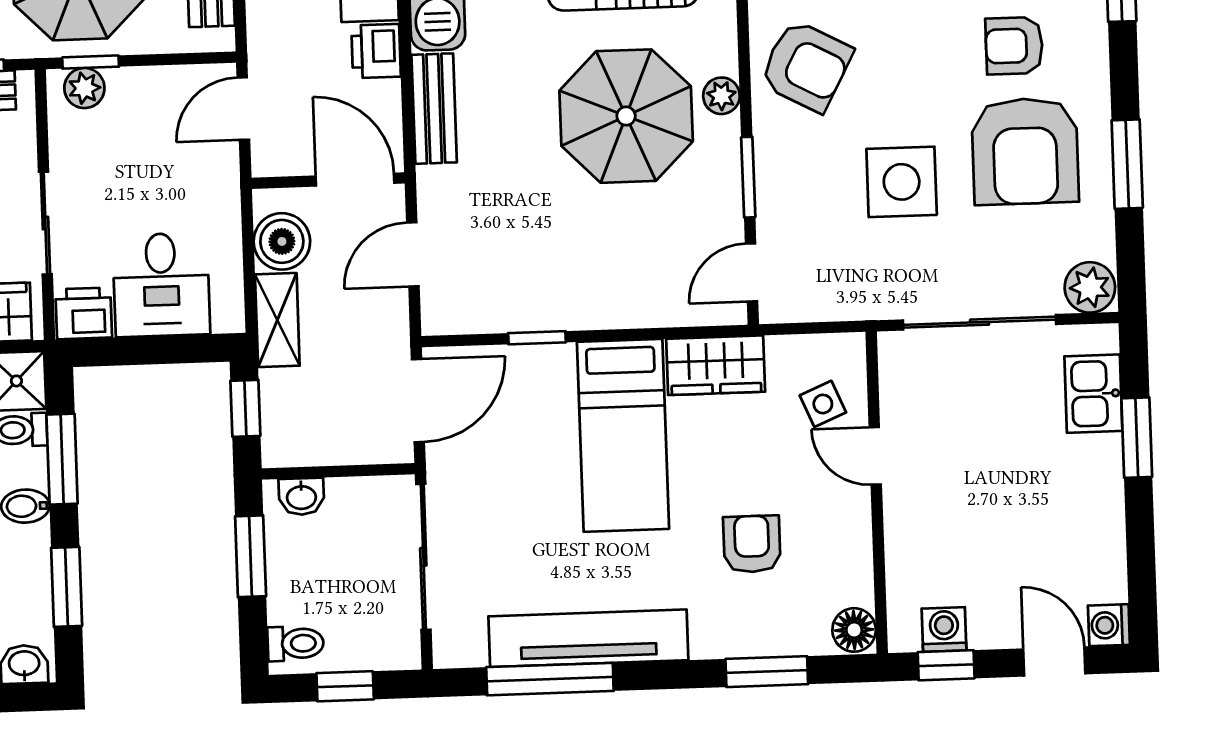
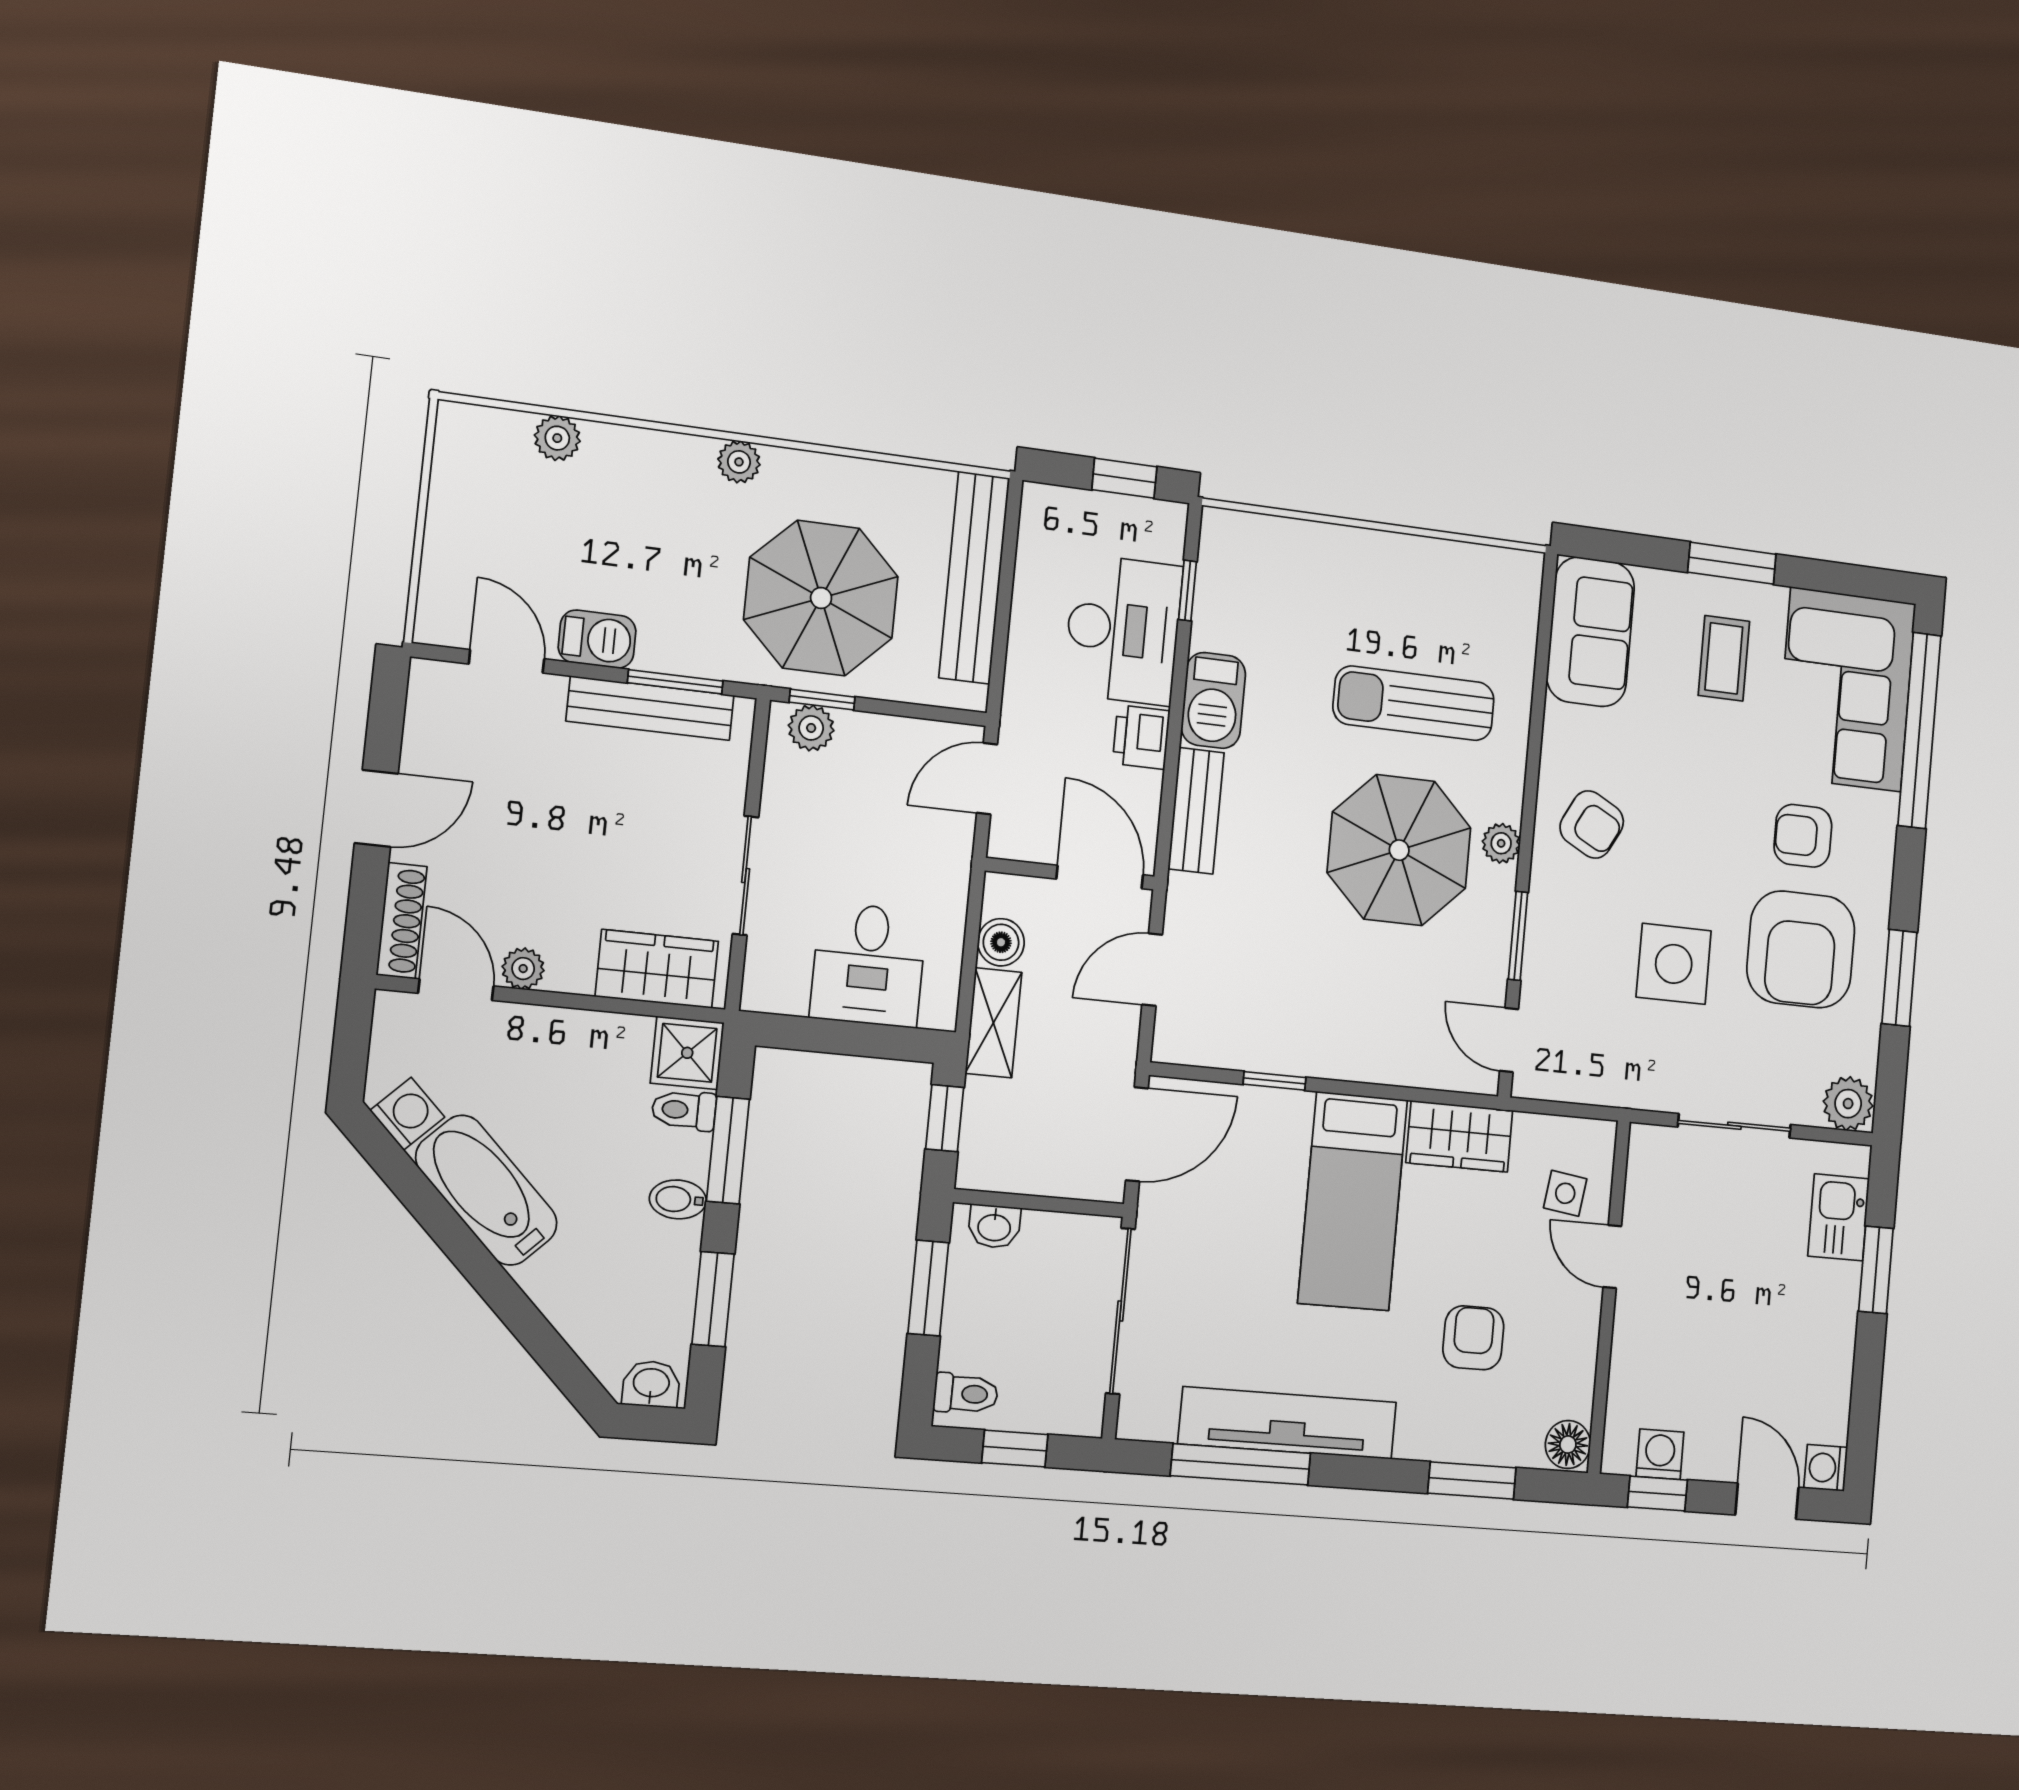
armchair: (806, 66) -> (1592, 824), width x0.72, depth x0.72
boiler: (282, 241) -> (1001, 942), width x0.73, depth x0.73
door: (752, 272) -> (1509, 1040), hinge flipped
printer: (84, 313) -> (775, 985), removed
sliding door: (980, 322) -> (1734, 1126), width x0.73
side table: (823, 404) -> (1565, 1193), turned 31

